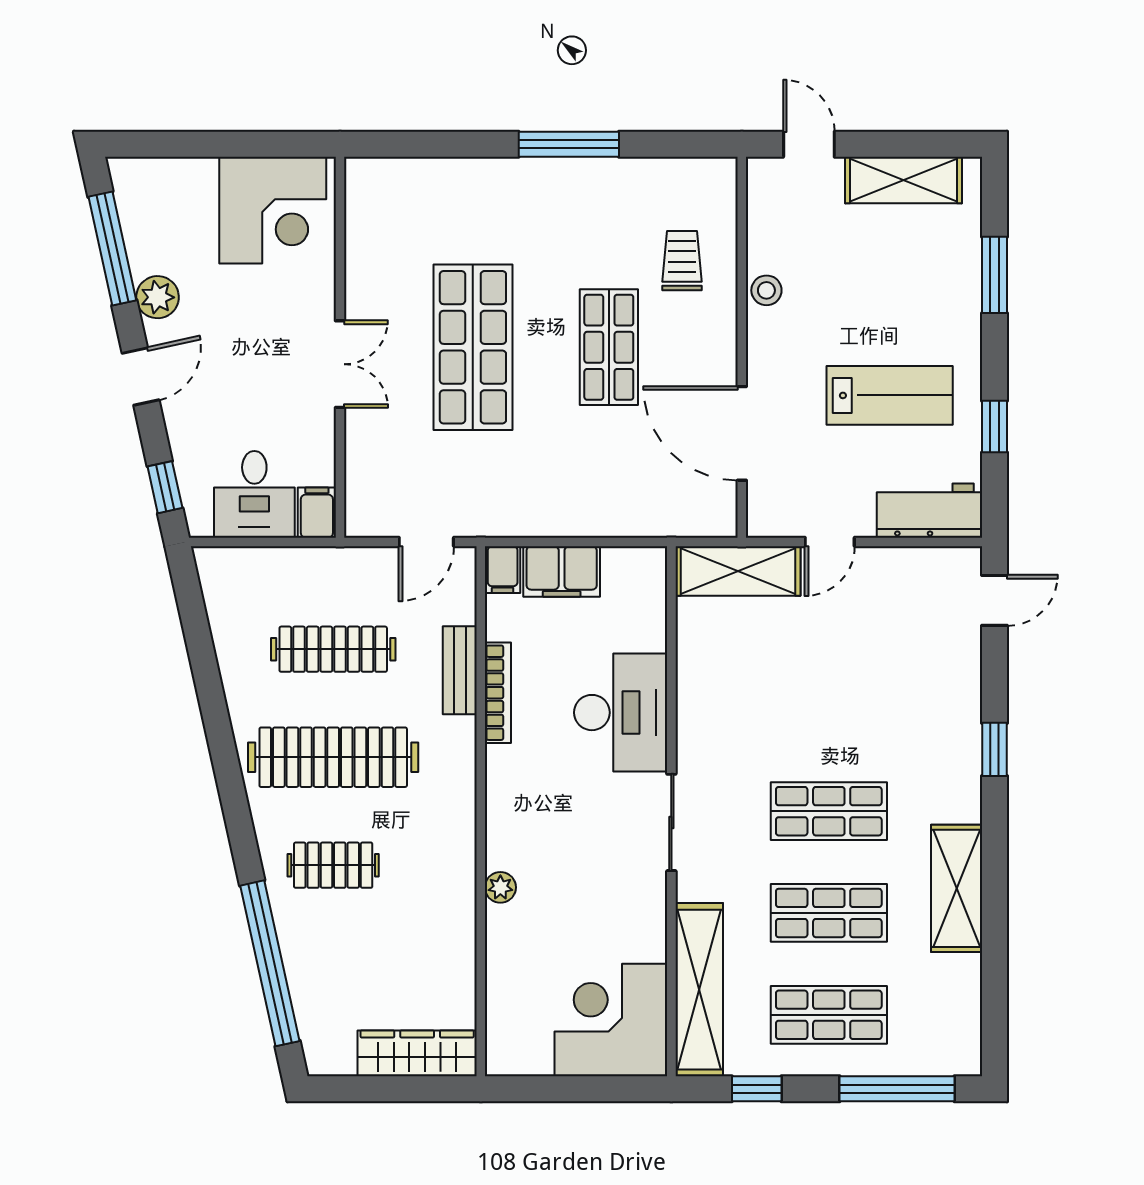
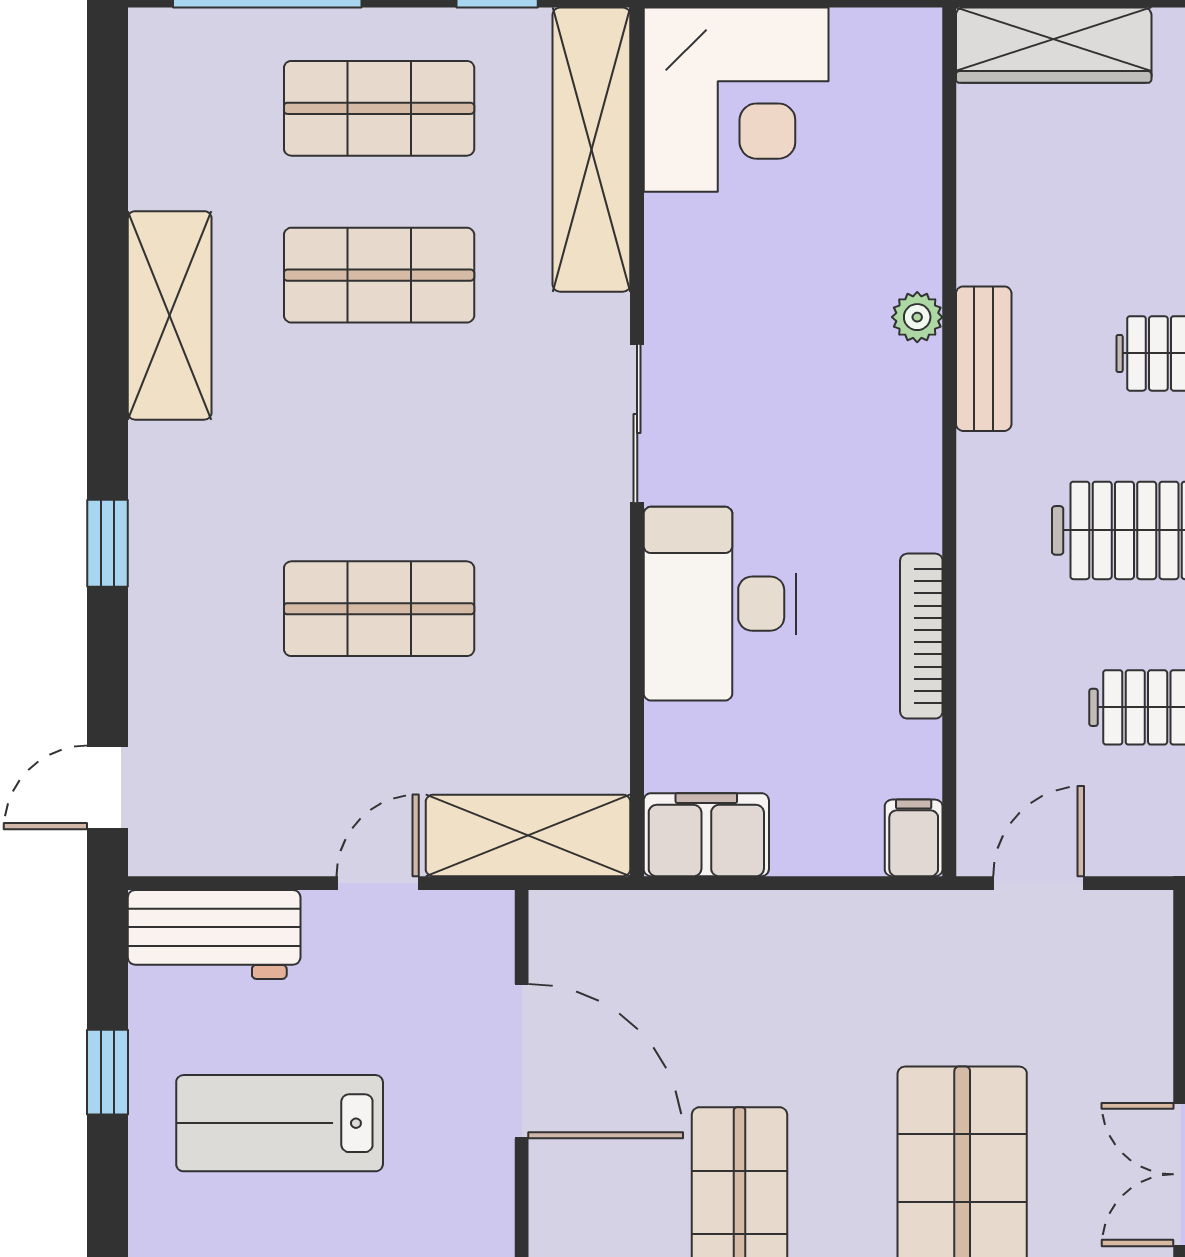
filing cabinet: (562, 571) -> (706, 835), moved
bench: (460, 670) -> (984, 359), moved
shop shelf: (829, 811) -> (379, 609), moved

